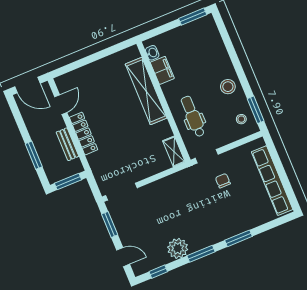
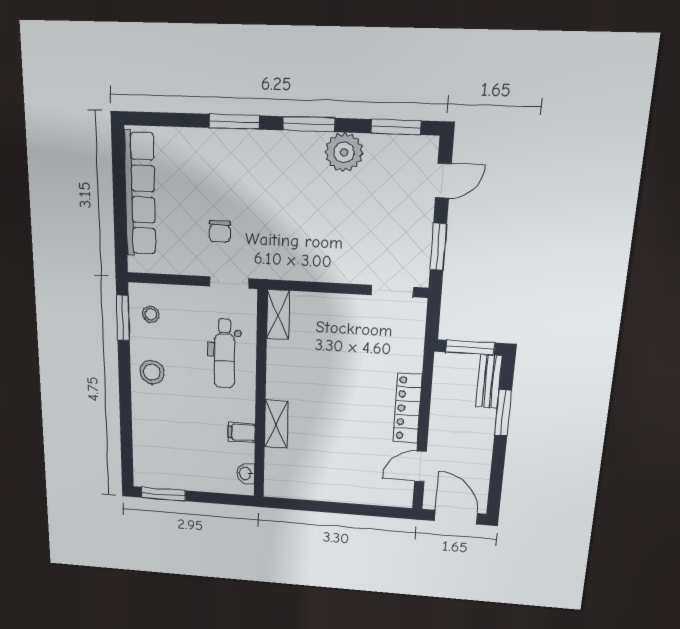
filing cabinet: (162, 70) -> (242, 432), width x0.50
shelving: (146, 91) -> (276, 424), width x0.45, depth x0.75
bench: (68, 144) -> (489, 382), moved
doorway: (121, 192) -> (392, 291), width x0.73
door: (123, 257) -> (443, 181), swing flipped
window: (158, 272) -> (396, 127), width x1.50

